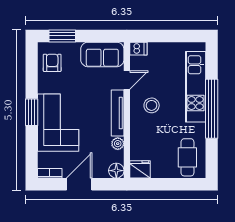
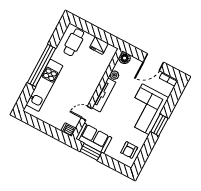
window: (62, 36) -> (91, 152), moved
stool: (152, 105) -> (79, 88), removed
fridge: (140, 169) -> (99, 46), moved

